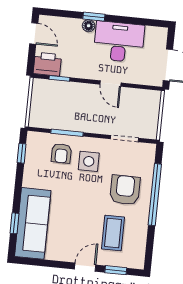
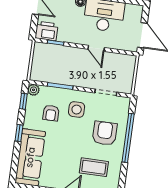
plant: (34, 139) -> (34, 90), added
armchair: (61, 153) -> (51, 113), moved
window: (14, 223) -> (19, 133), moved
coffee table: (113, 233) -> (94, 167), turned 90

